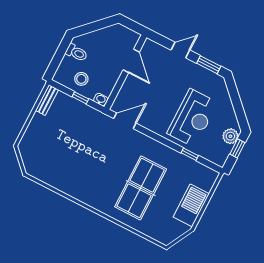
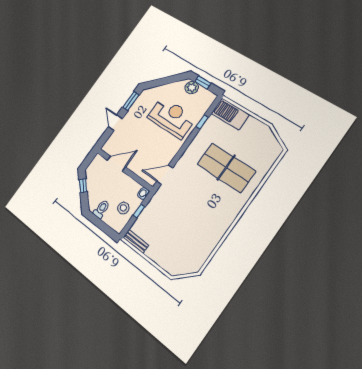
window: (100, 24) -> (83, 186), added
door: (125, 121) -> (165, 175), hinge flipped
barbecue: (191, 205) -> (230, 114), moved

